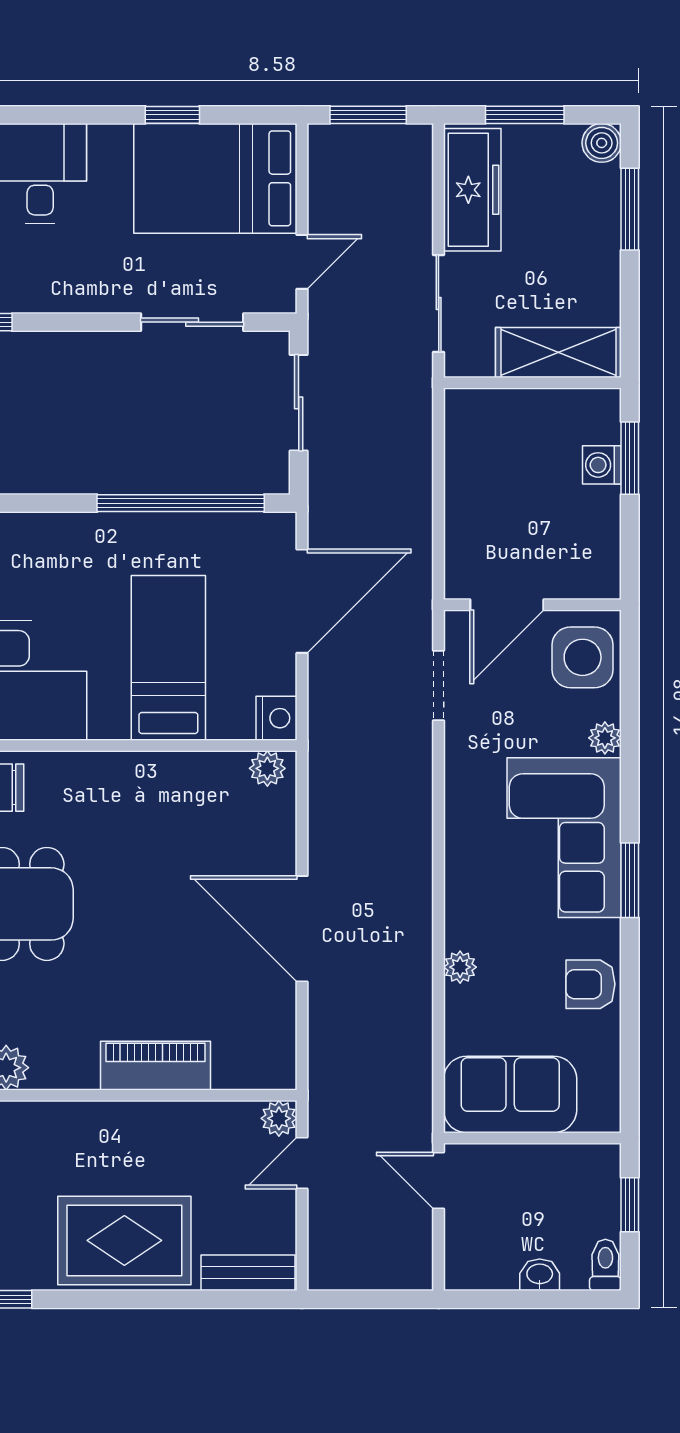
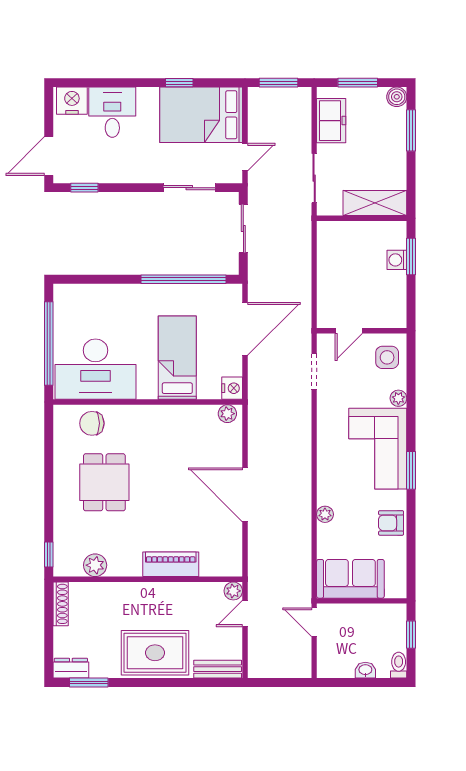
freezer: (472, 190) -> (331, 121), width x0.71
door: (507, 605) -> (349, 331), width x0.73
side table: (583, 657) -> (387, 357), width x0.73, depth x0.73

